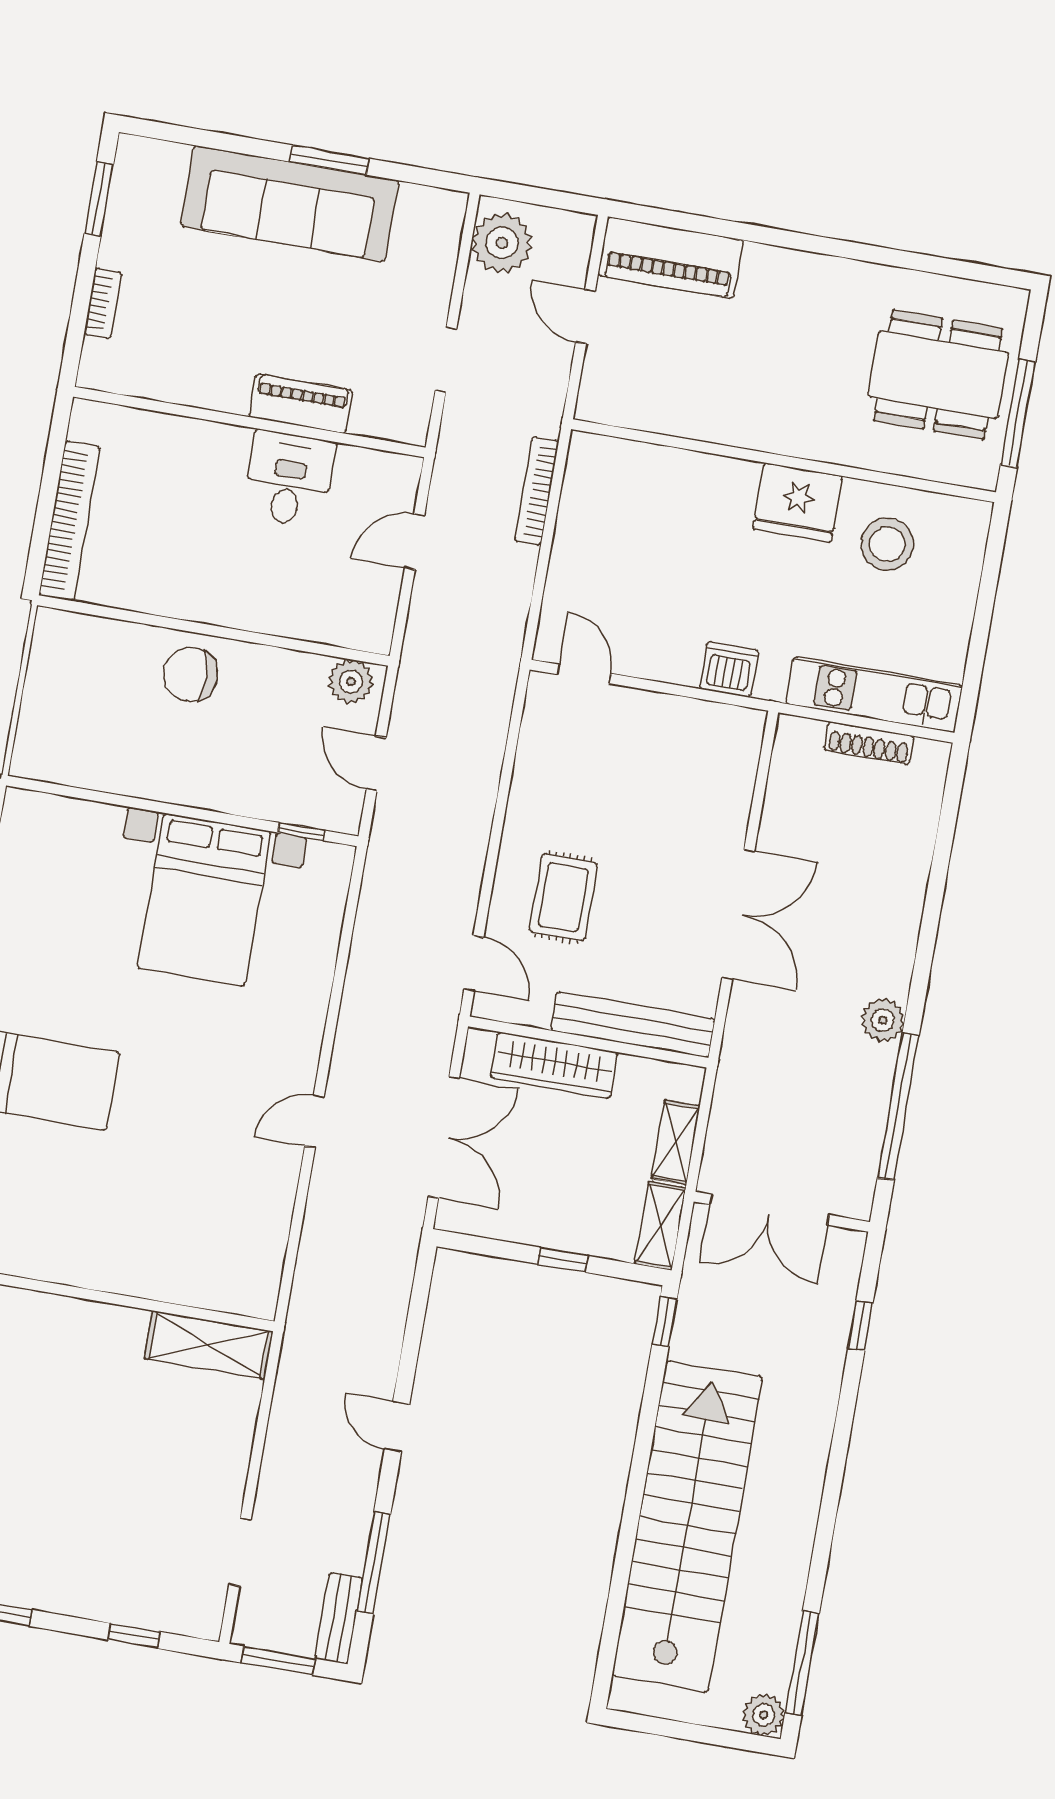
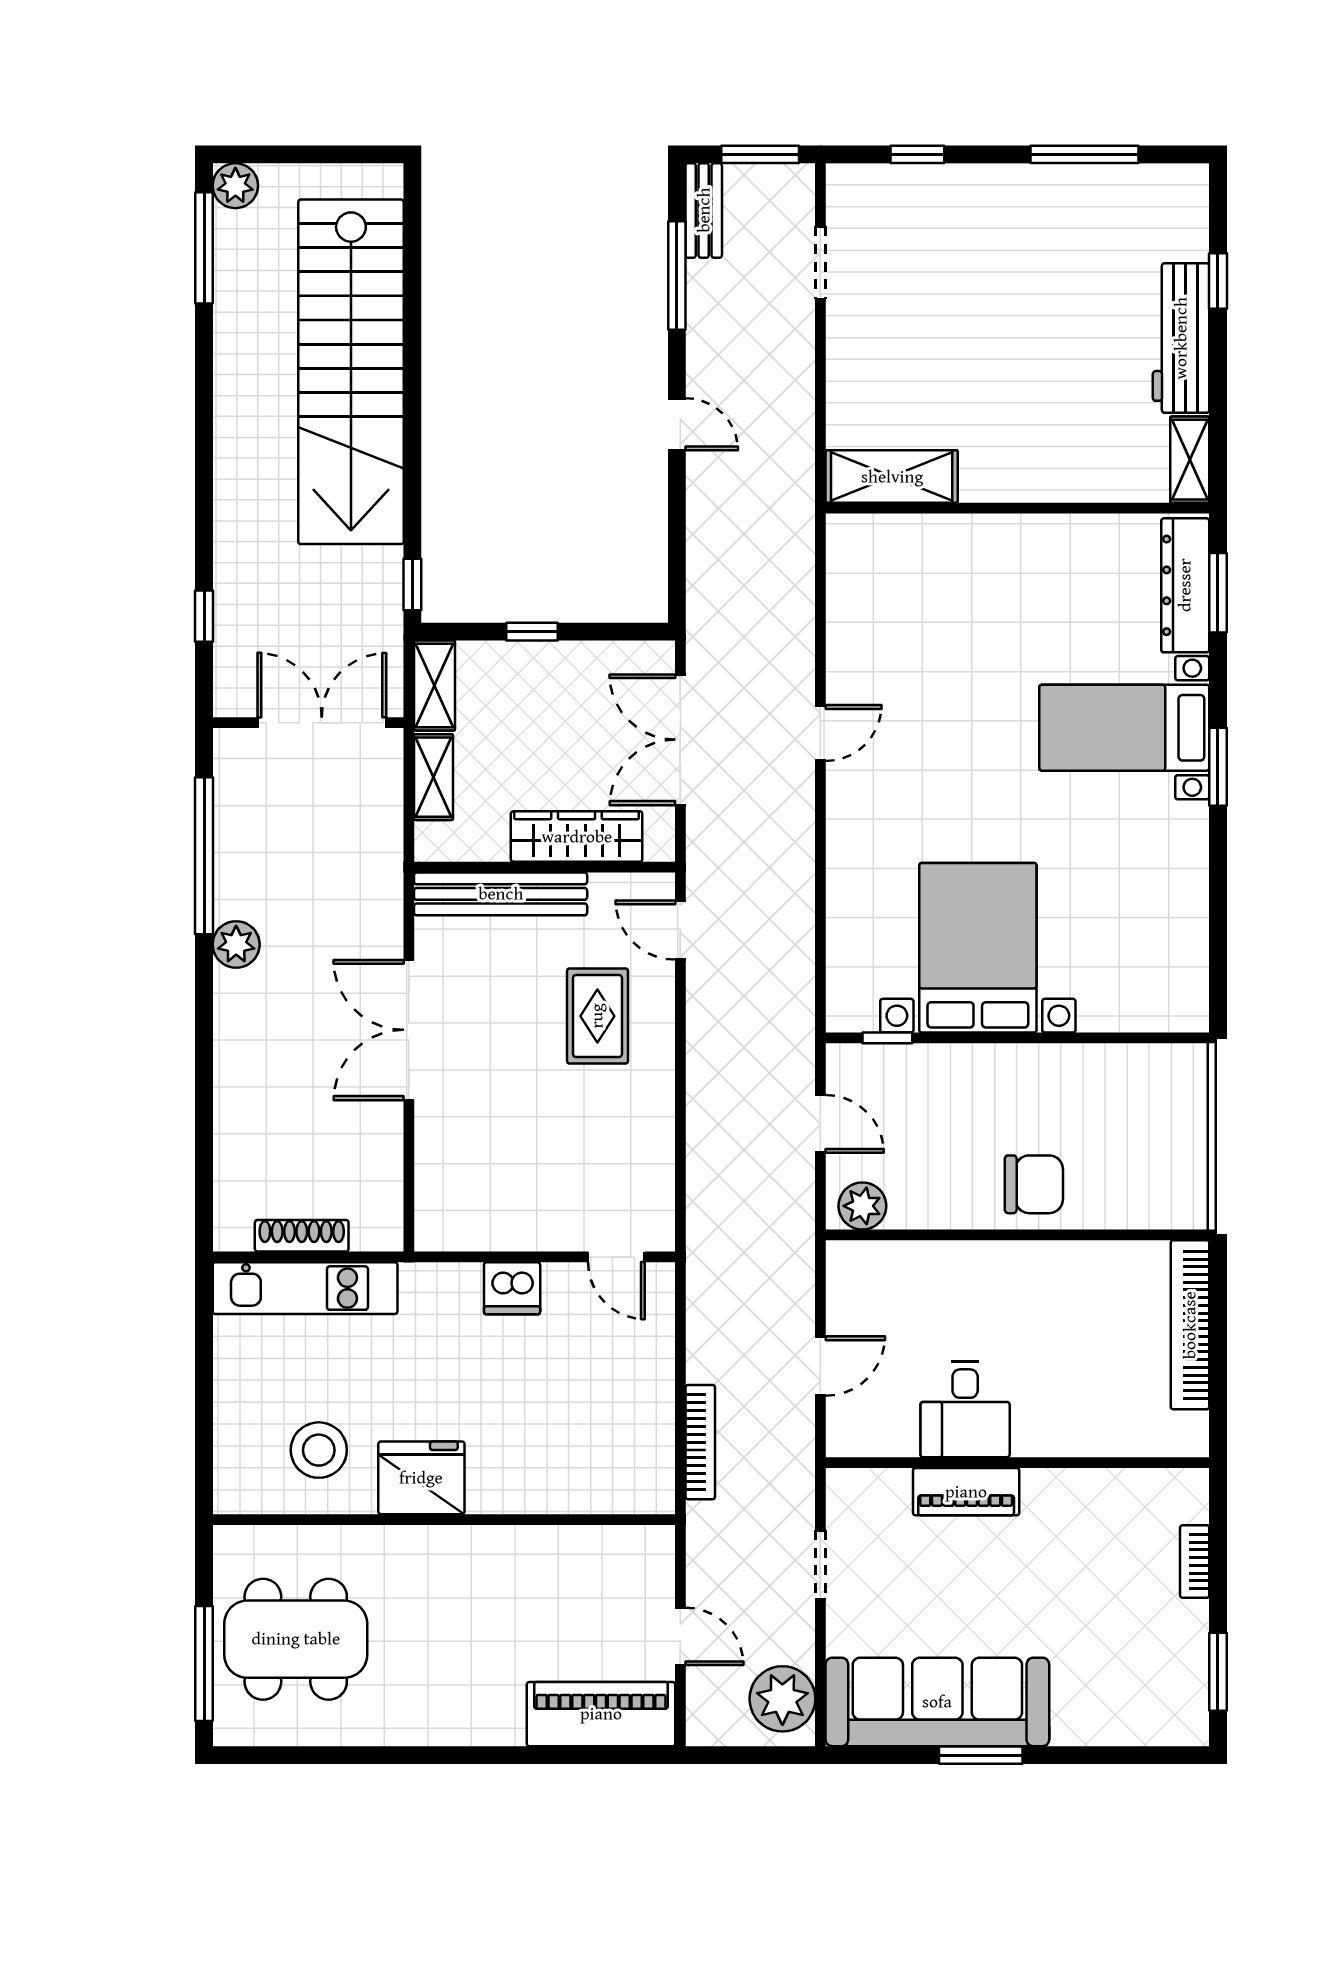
sofa: (290, 203) -> (937, 1702), moved
window: (1018, 413) -> (204, 1663), moved
dishwasher: (729, 669) -> (512, 1288), moved

